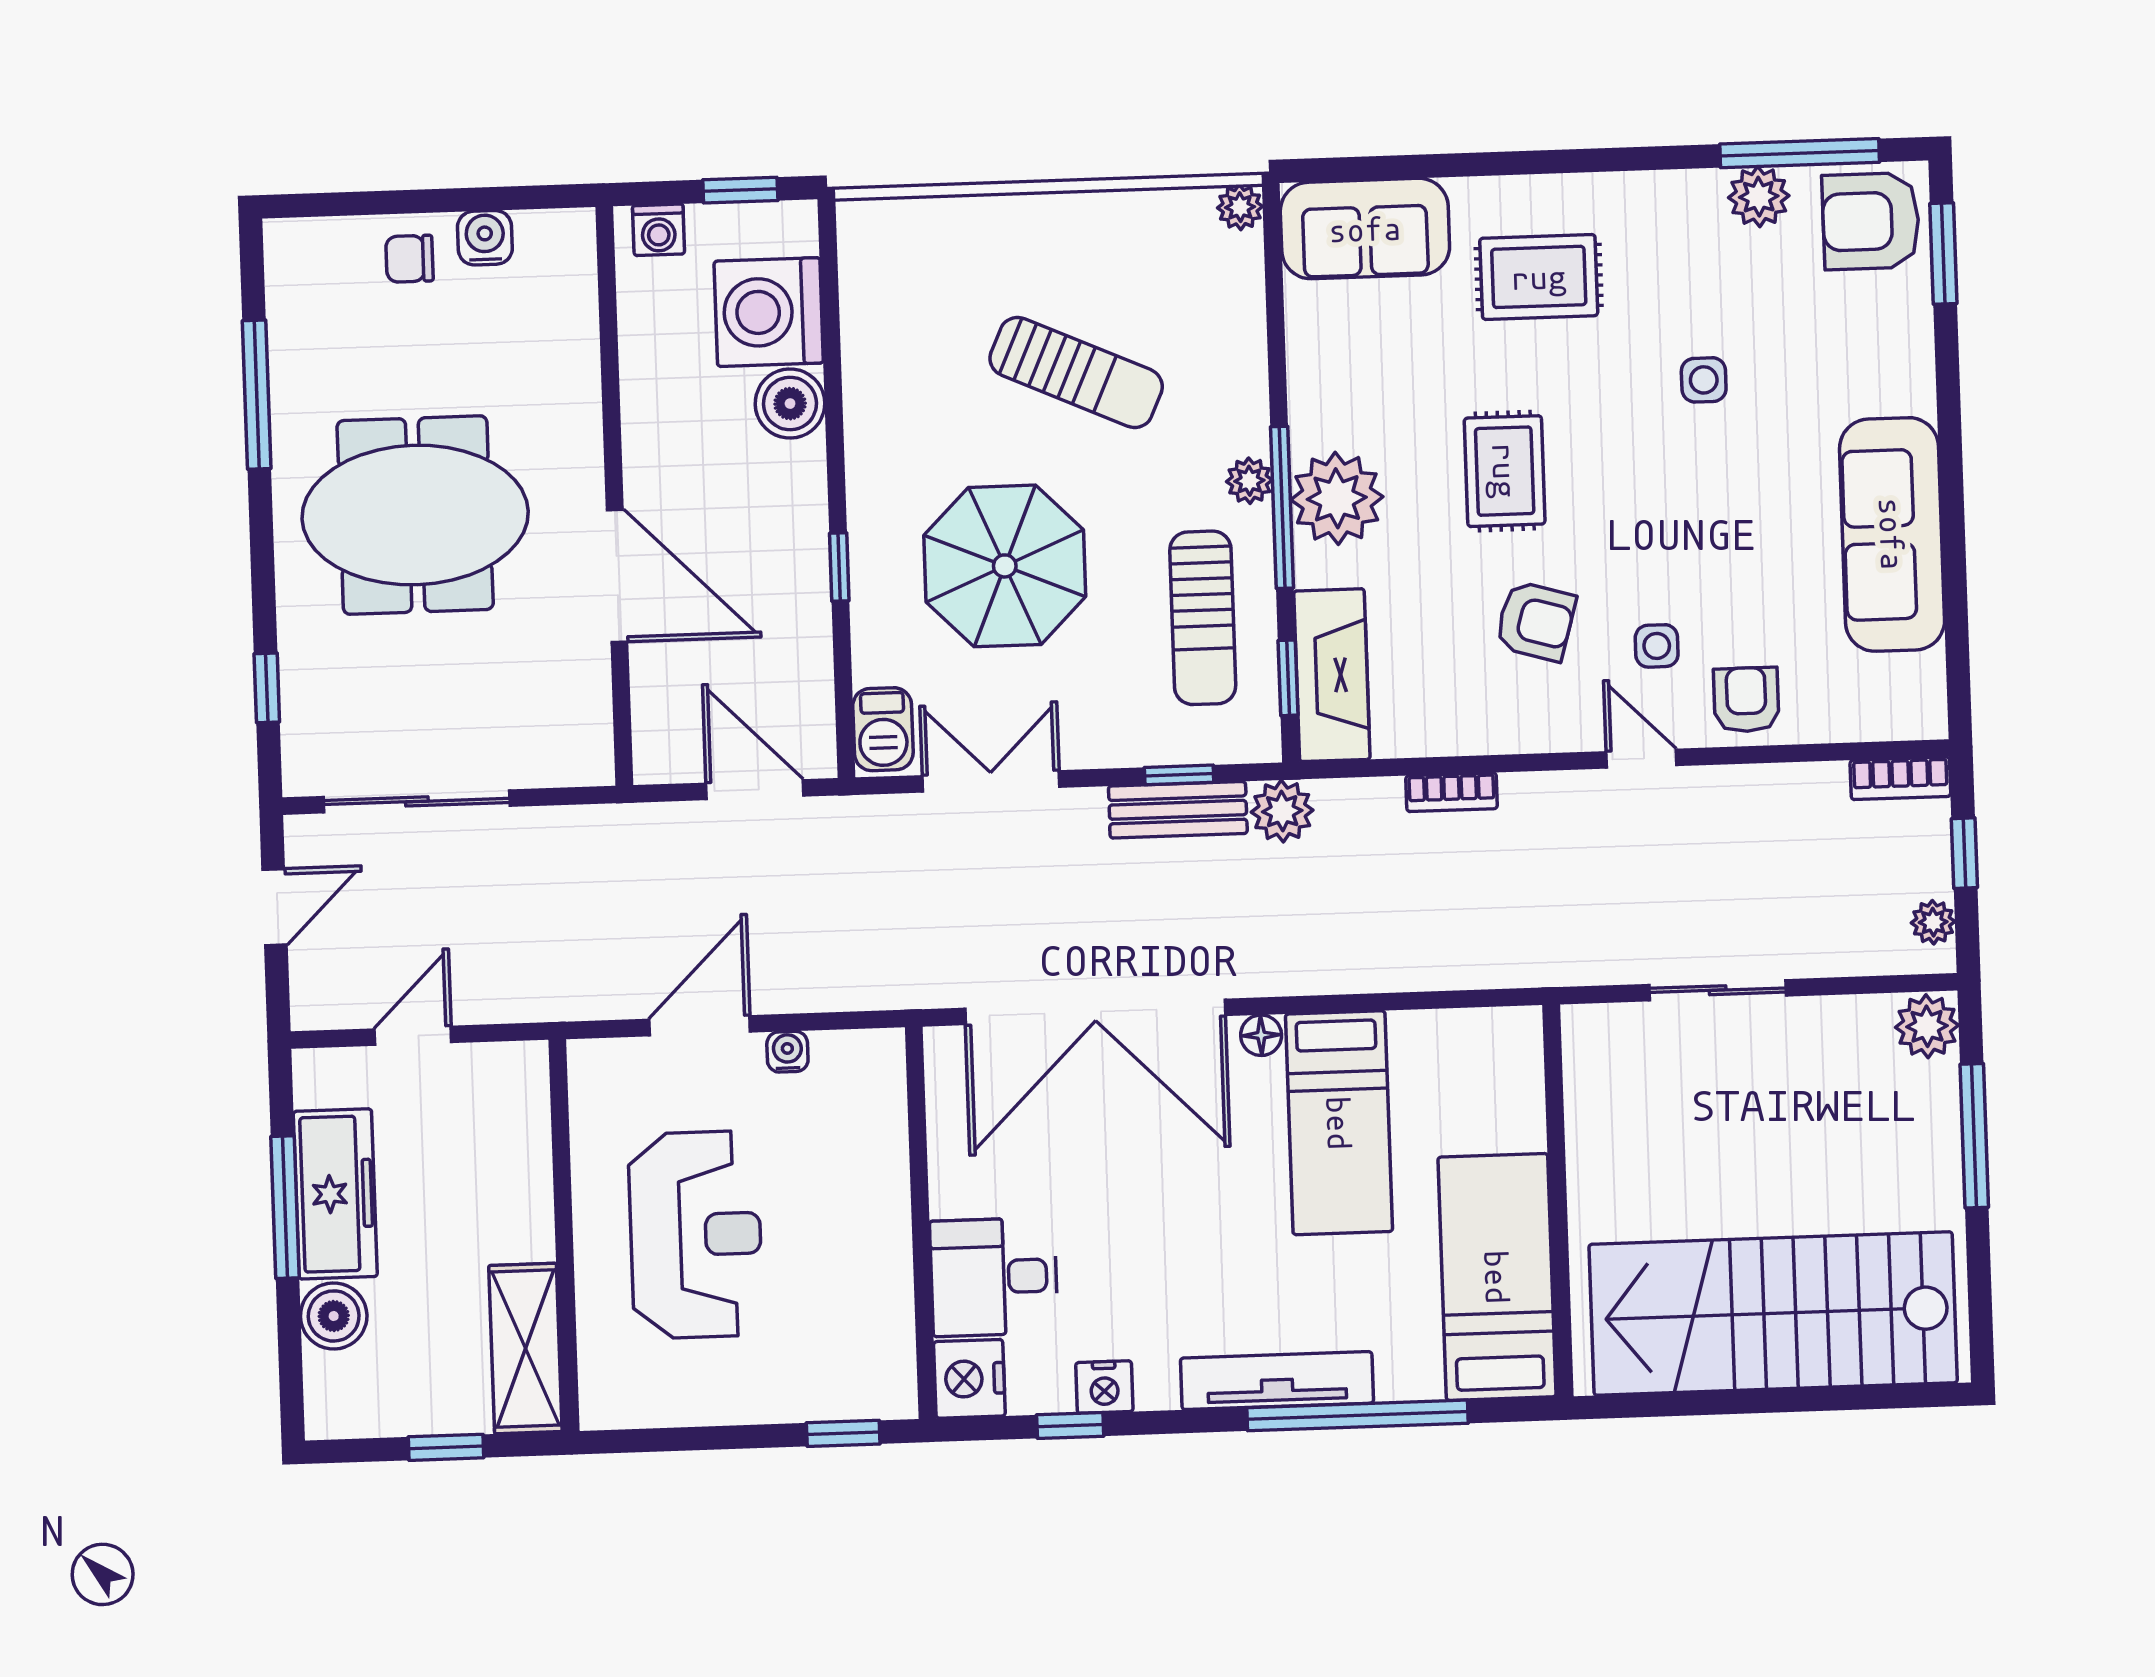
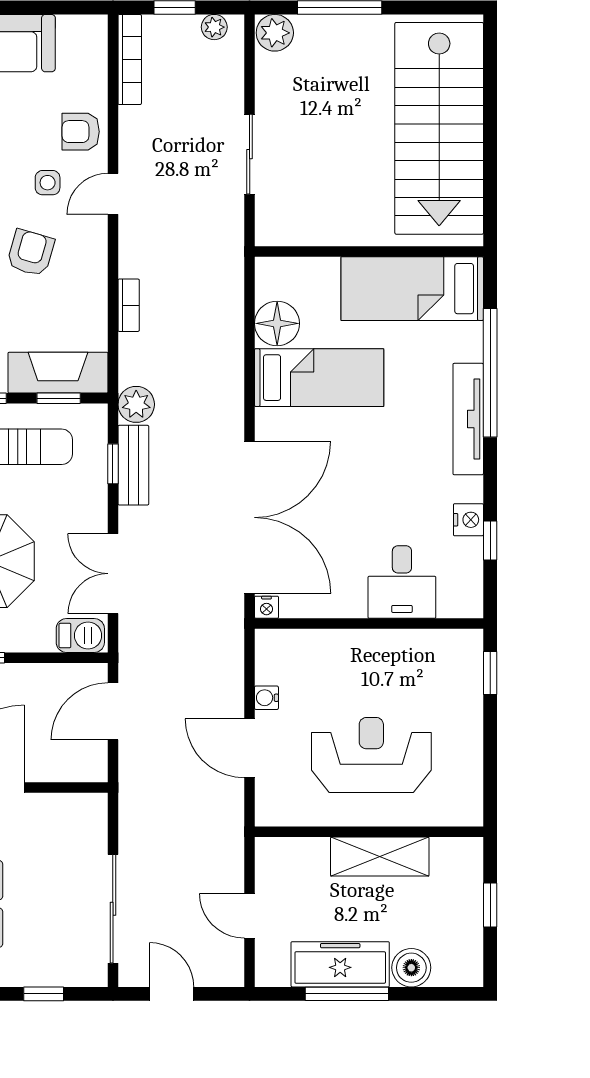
bookcase: (1900, 778) -> (130, 60), width x1.56
floor lamp: (1261, 1035) -> (277, 323), moved, width x1.89, depth x1.89
shelving: (525, 1348) -> (380, 857), moved
nightstand: (969, 1379) -> (266, 607), moved, width x0.53, depth x0.56

